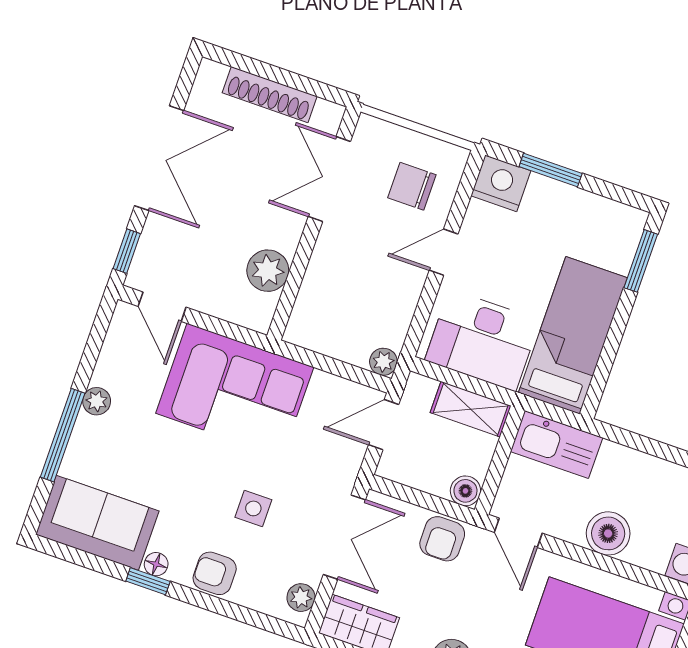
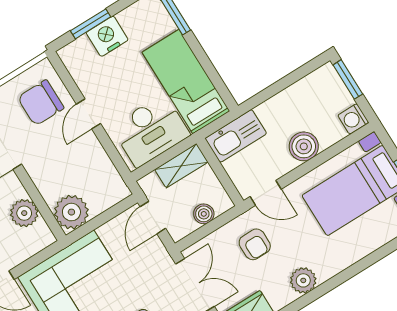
nightstand: (501, 183) -> (107, 36), moved
chair: (412, 186) -> (41, 103), width x1.37, depth x1.37
plant: (383, 362) -> (71, 212), moved, width x1.88, depth x1.88
boiler: (465, 491) -> (204, 214), moved
armchair: (442, 539) -> (255, 244), moved

